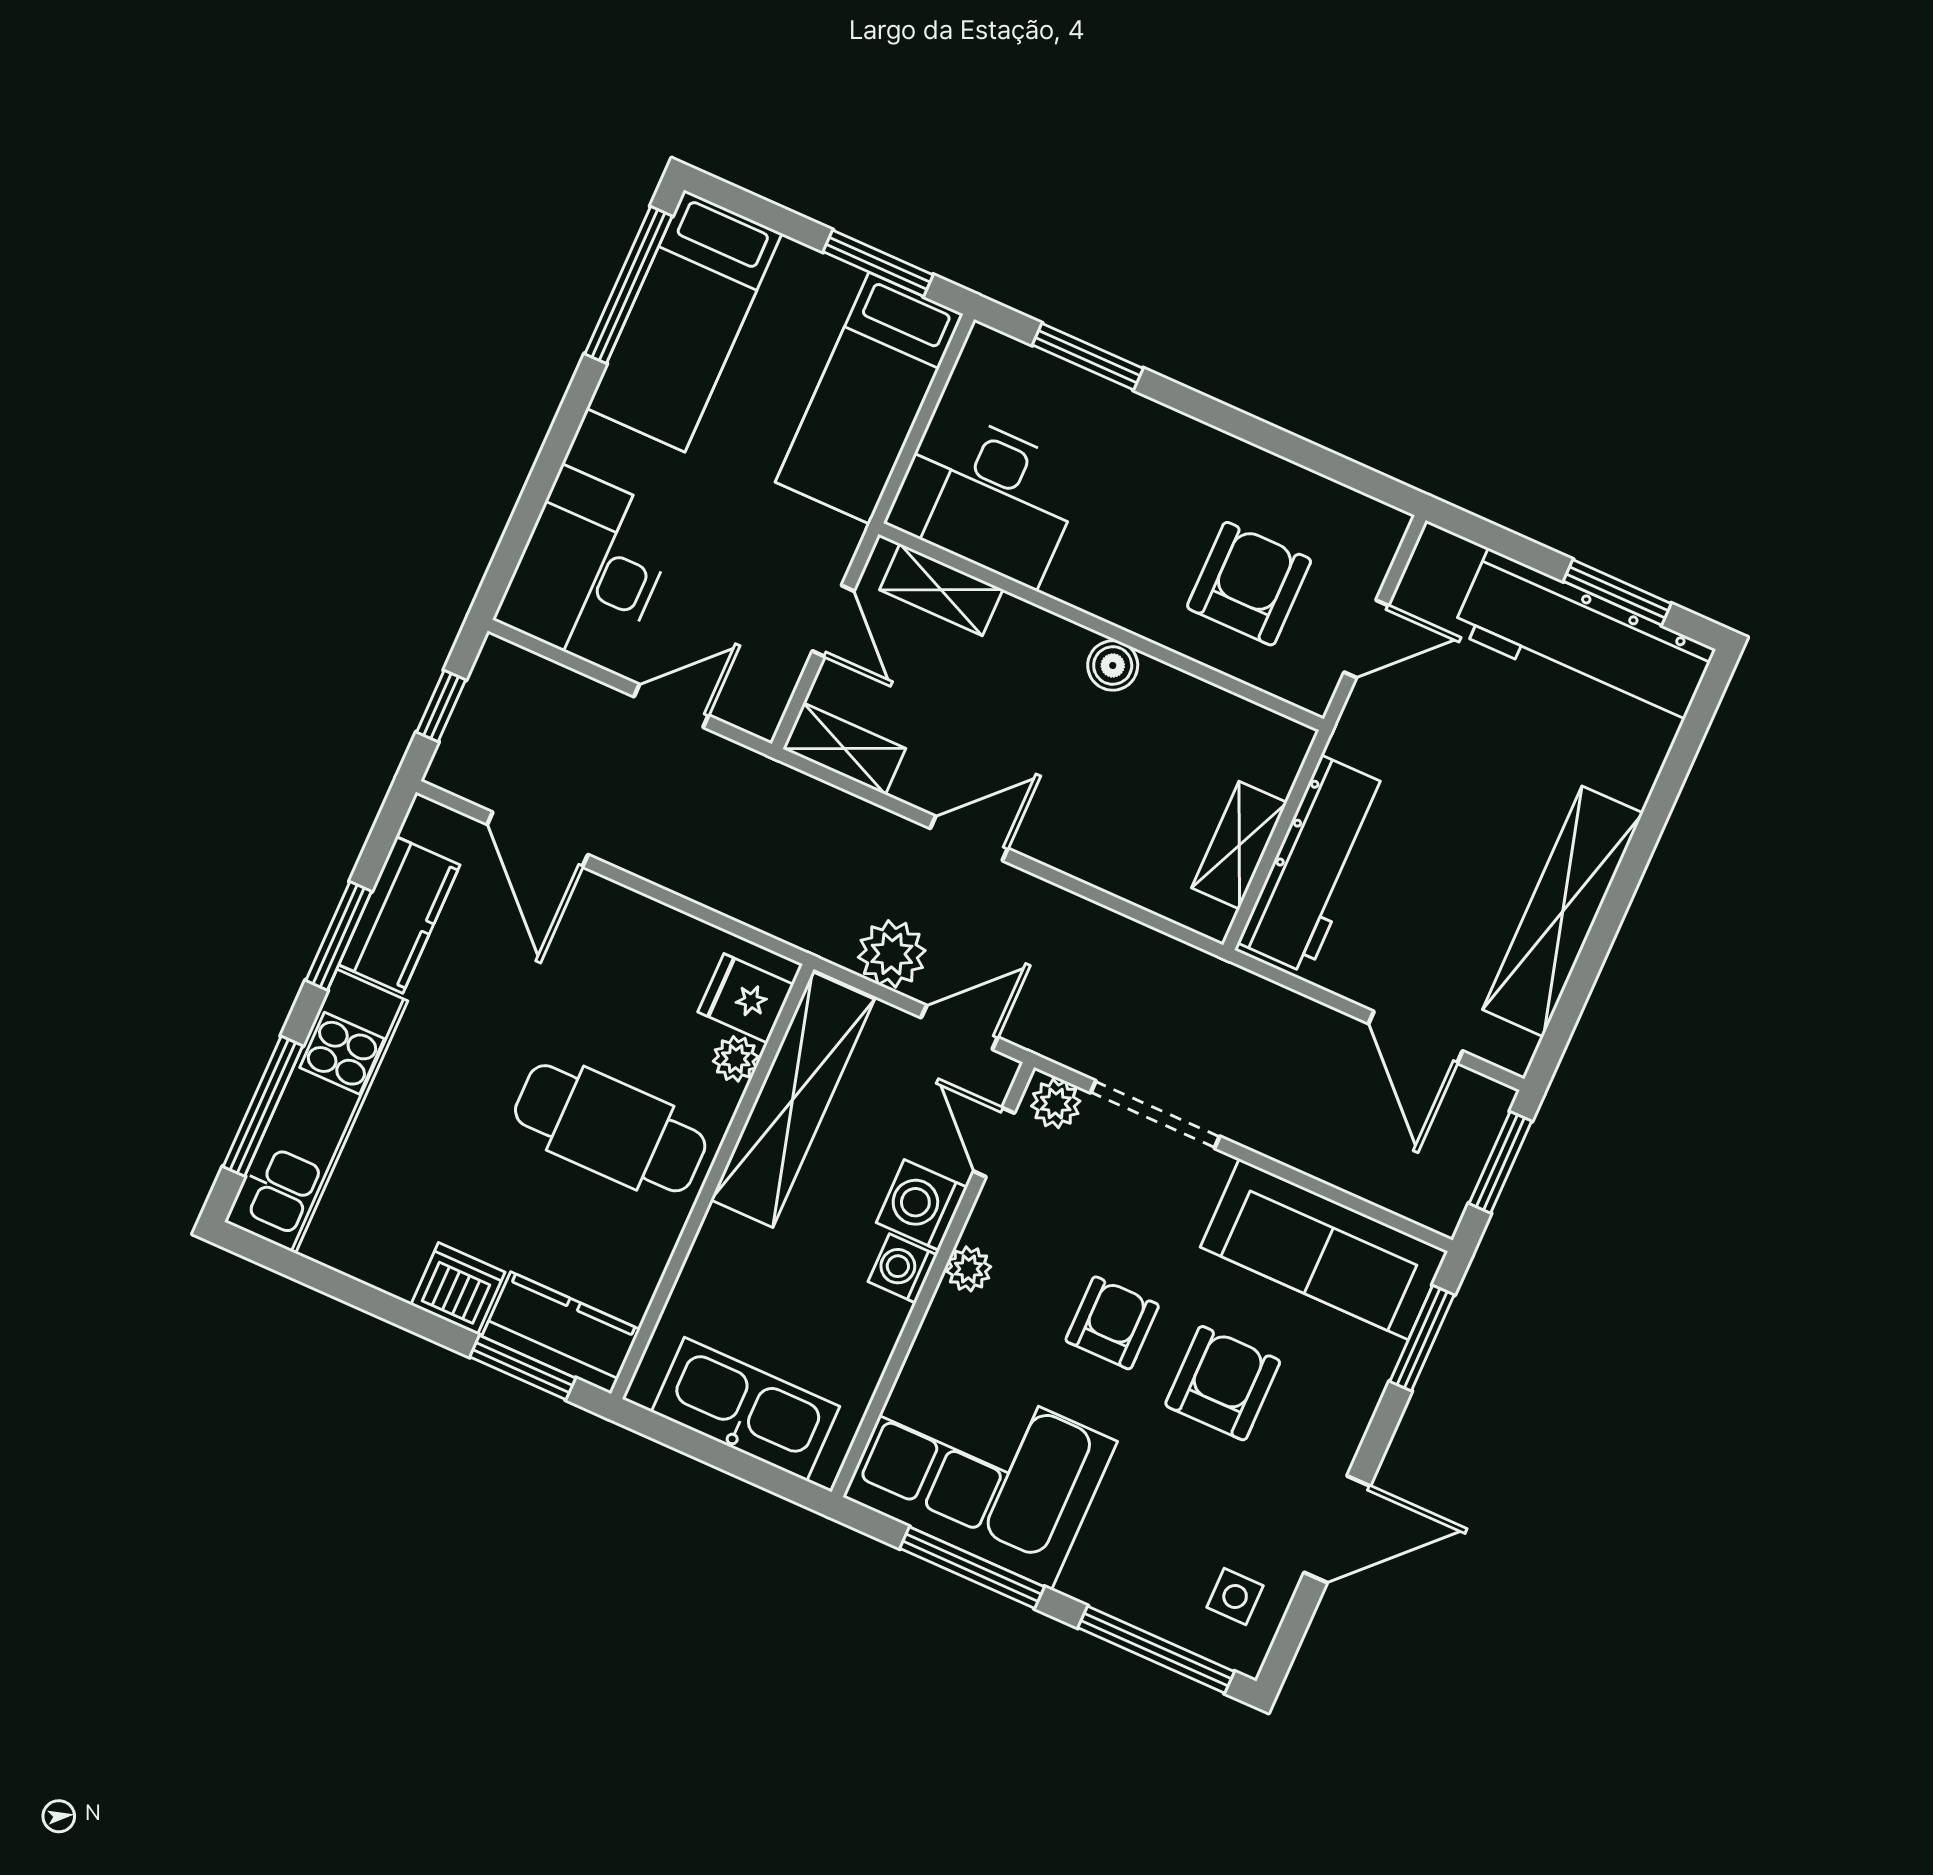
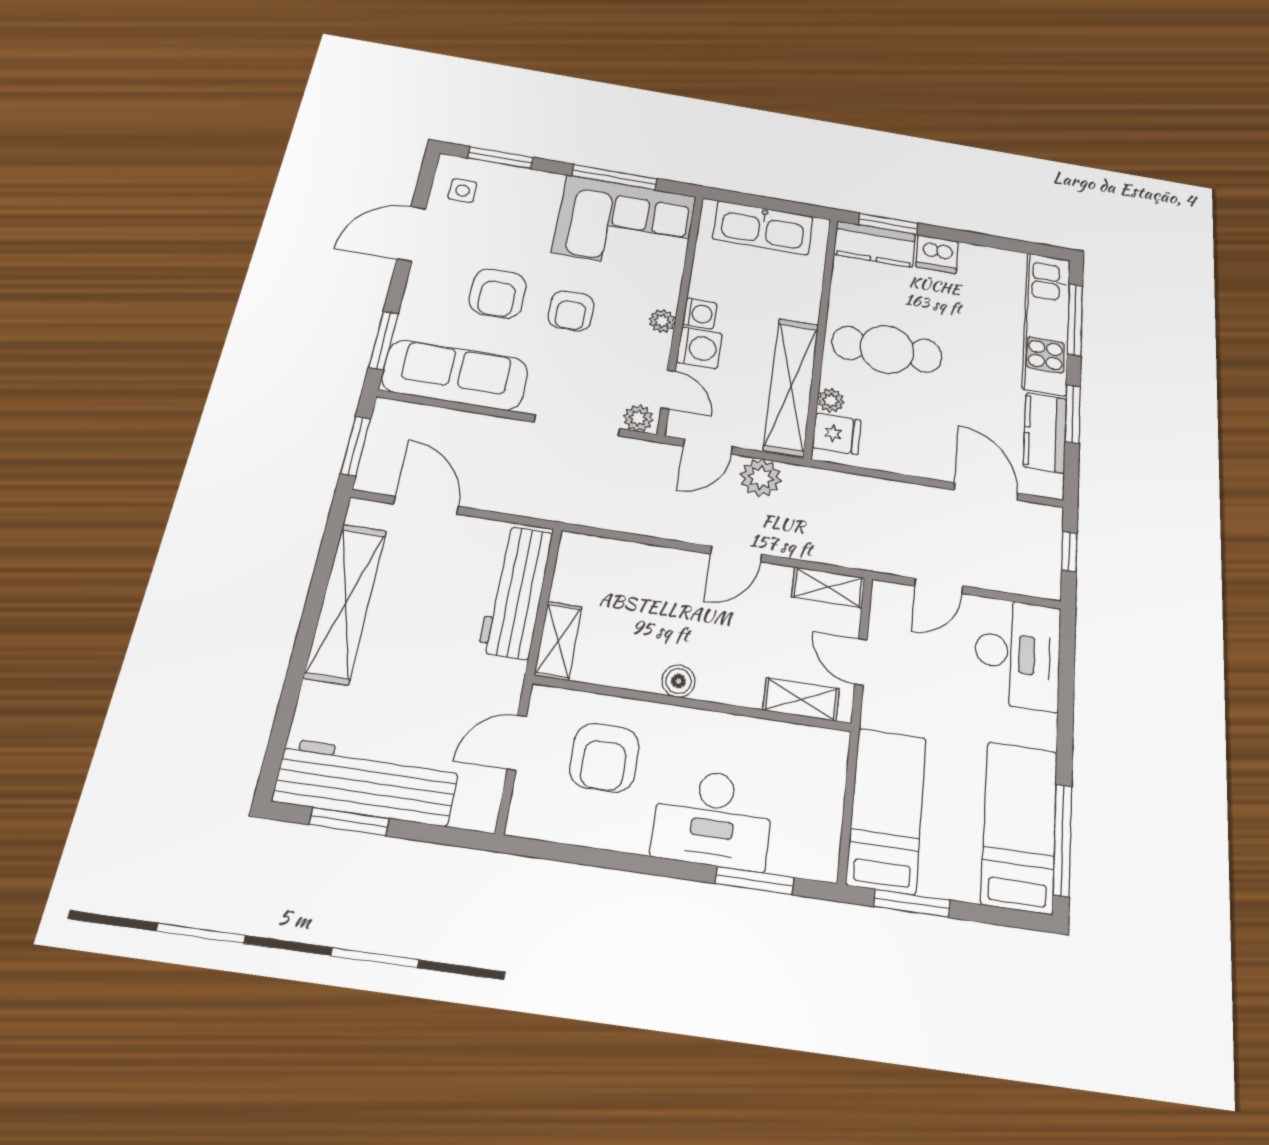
desk: (987, 497) -> (713, 819), moved, turned 180
shelving: (1239, 845) -> (558, 641), moved
window: (1156, 1650) -> (501, 158), width x0.69

